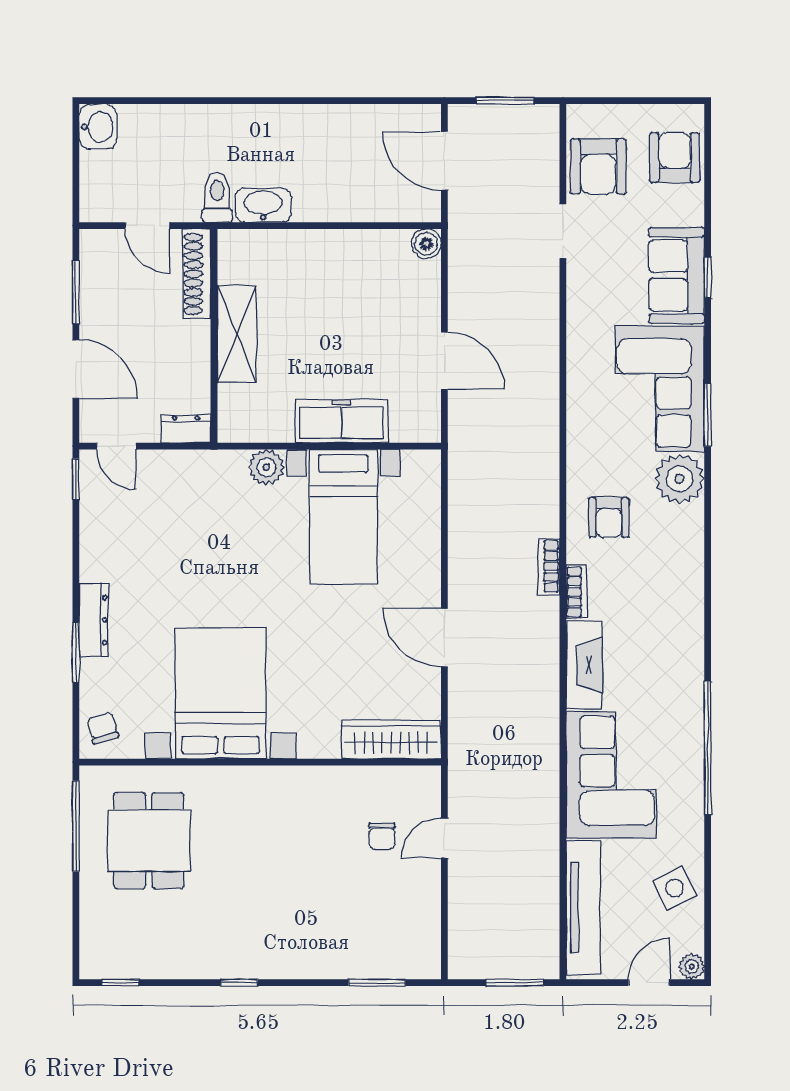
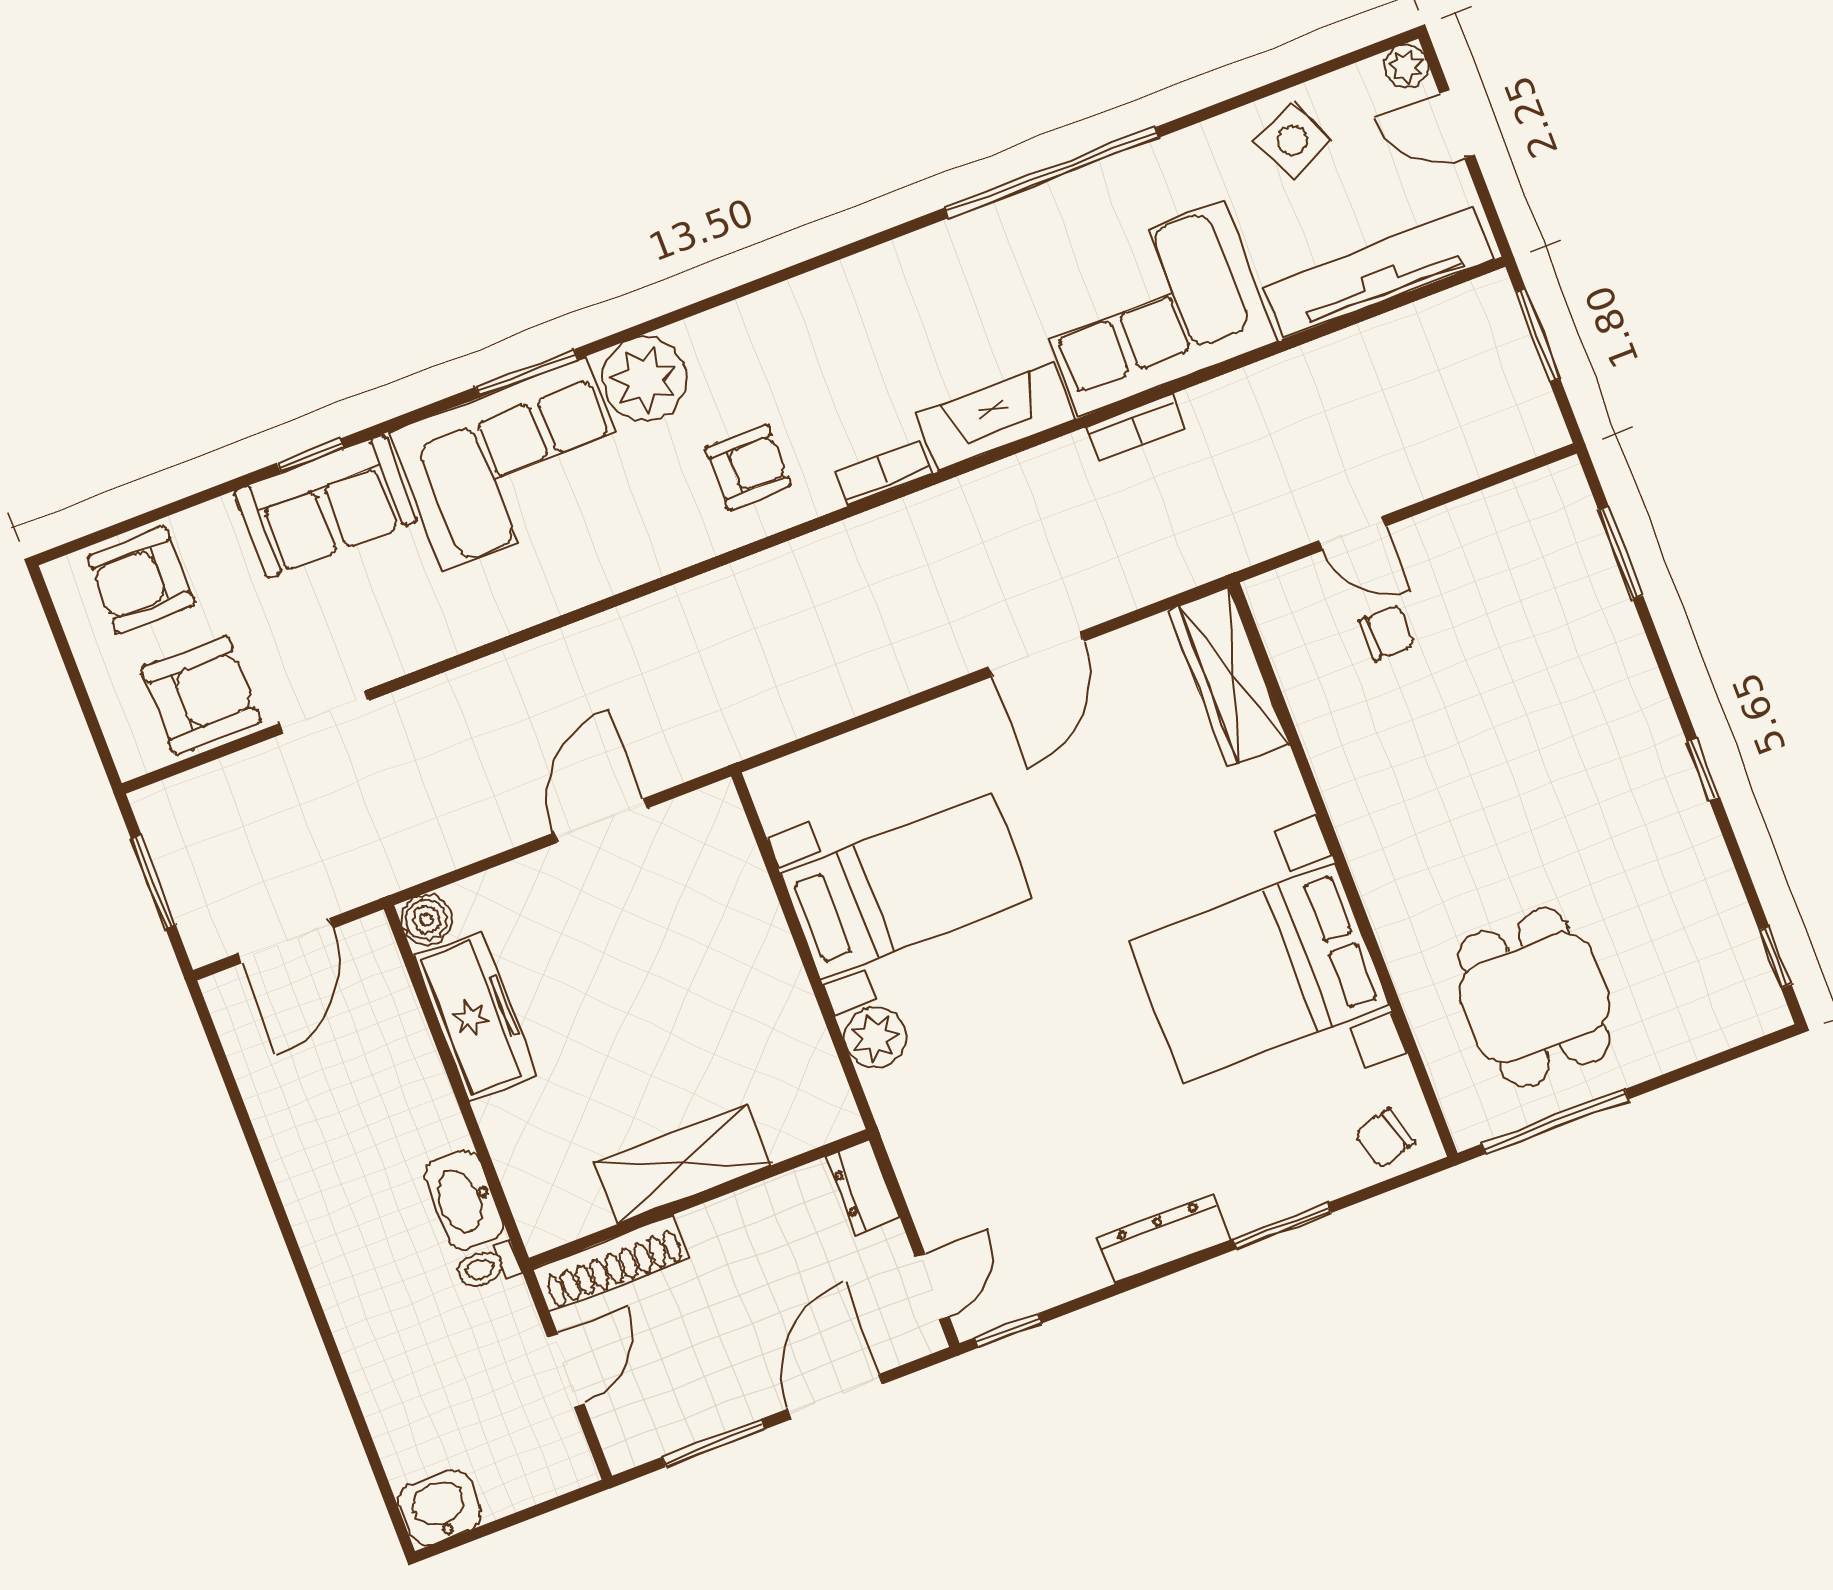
toilet: (217, 197) -> (488, 1266), width x0.73, depth x0.72
freezer: (341, 421) -> (476, 1017), moved, turned 180
bookcase: (549, 566) -> (1136, 428), moved
dresser: (93, 620) -> (1164, 1239), moved
dining table: (149, 841) -> (1534, 998), turned 90

